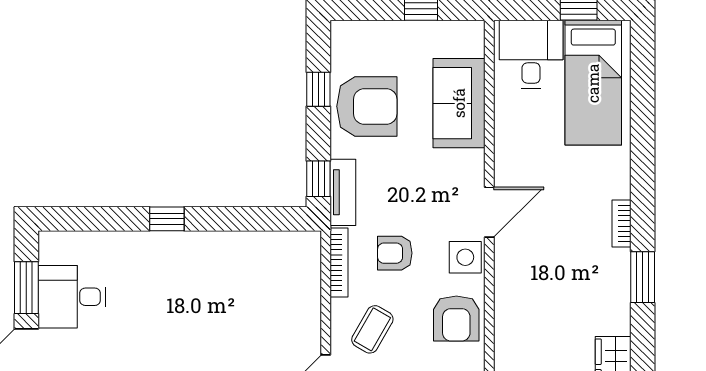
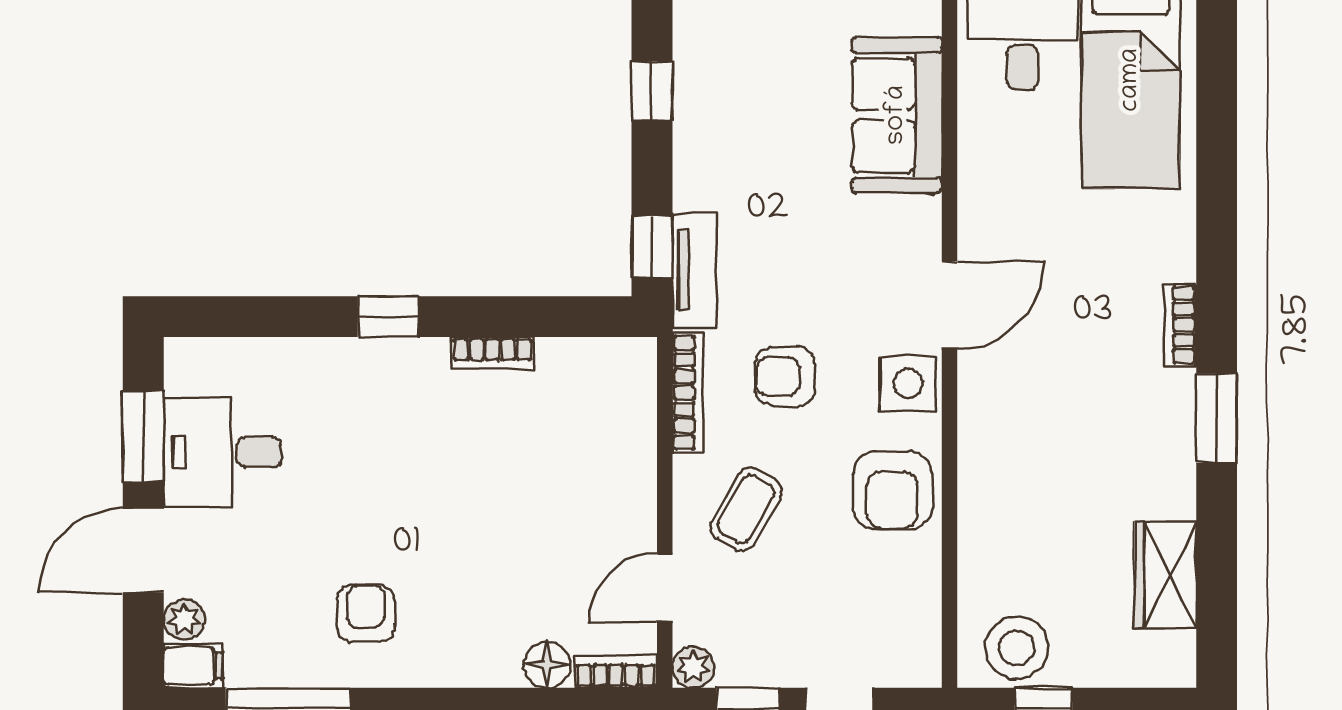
armchair: (367, 106) -> (736, 121), removed
bookcase: (227, 240) -> (492, 353), added

